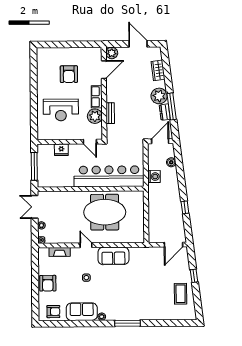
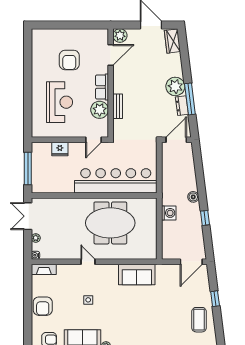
wardrobe: (158, 70) -> (172, 41), moved
reception desk: (61, 110) -> (60, 102), turned -90
door: (90, 142) -> (93, 140), hinge flipped
boiler: (171, 162) -> (193, 197), moved
washing machine: (154, 177) -> (169, 213), moved
fireplace: (60, 252) -> (44, 269), moved
sofa: (113, 256) -> (137, 275), moved

